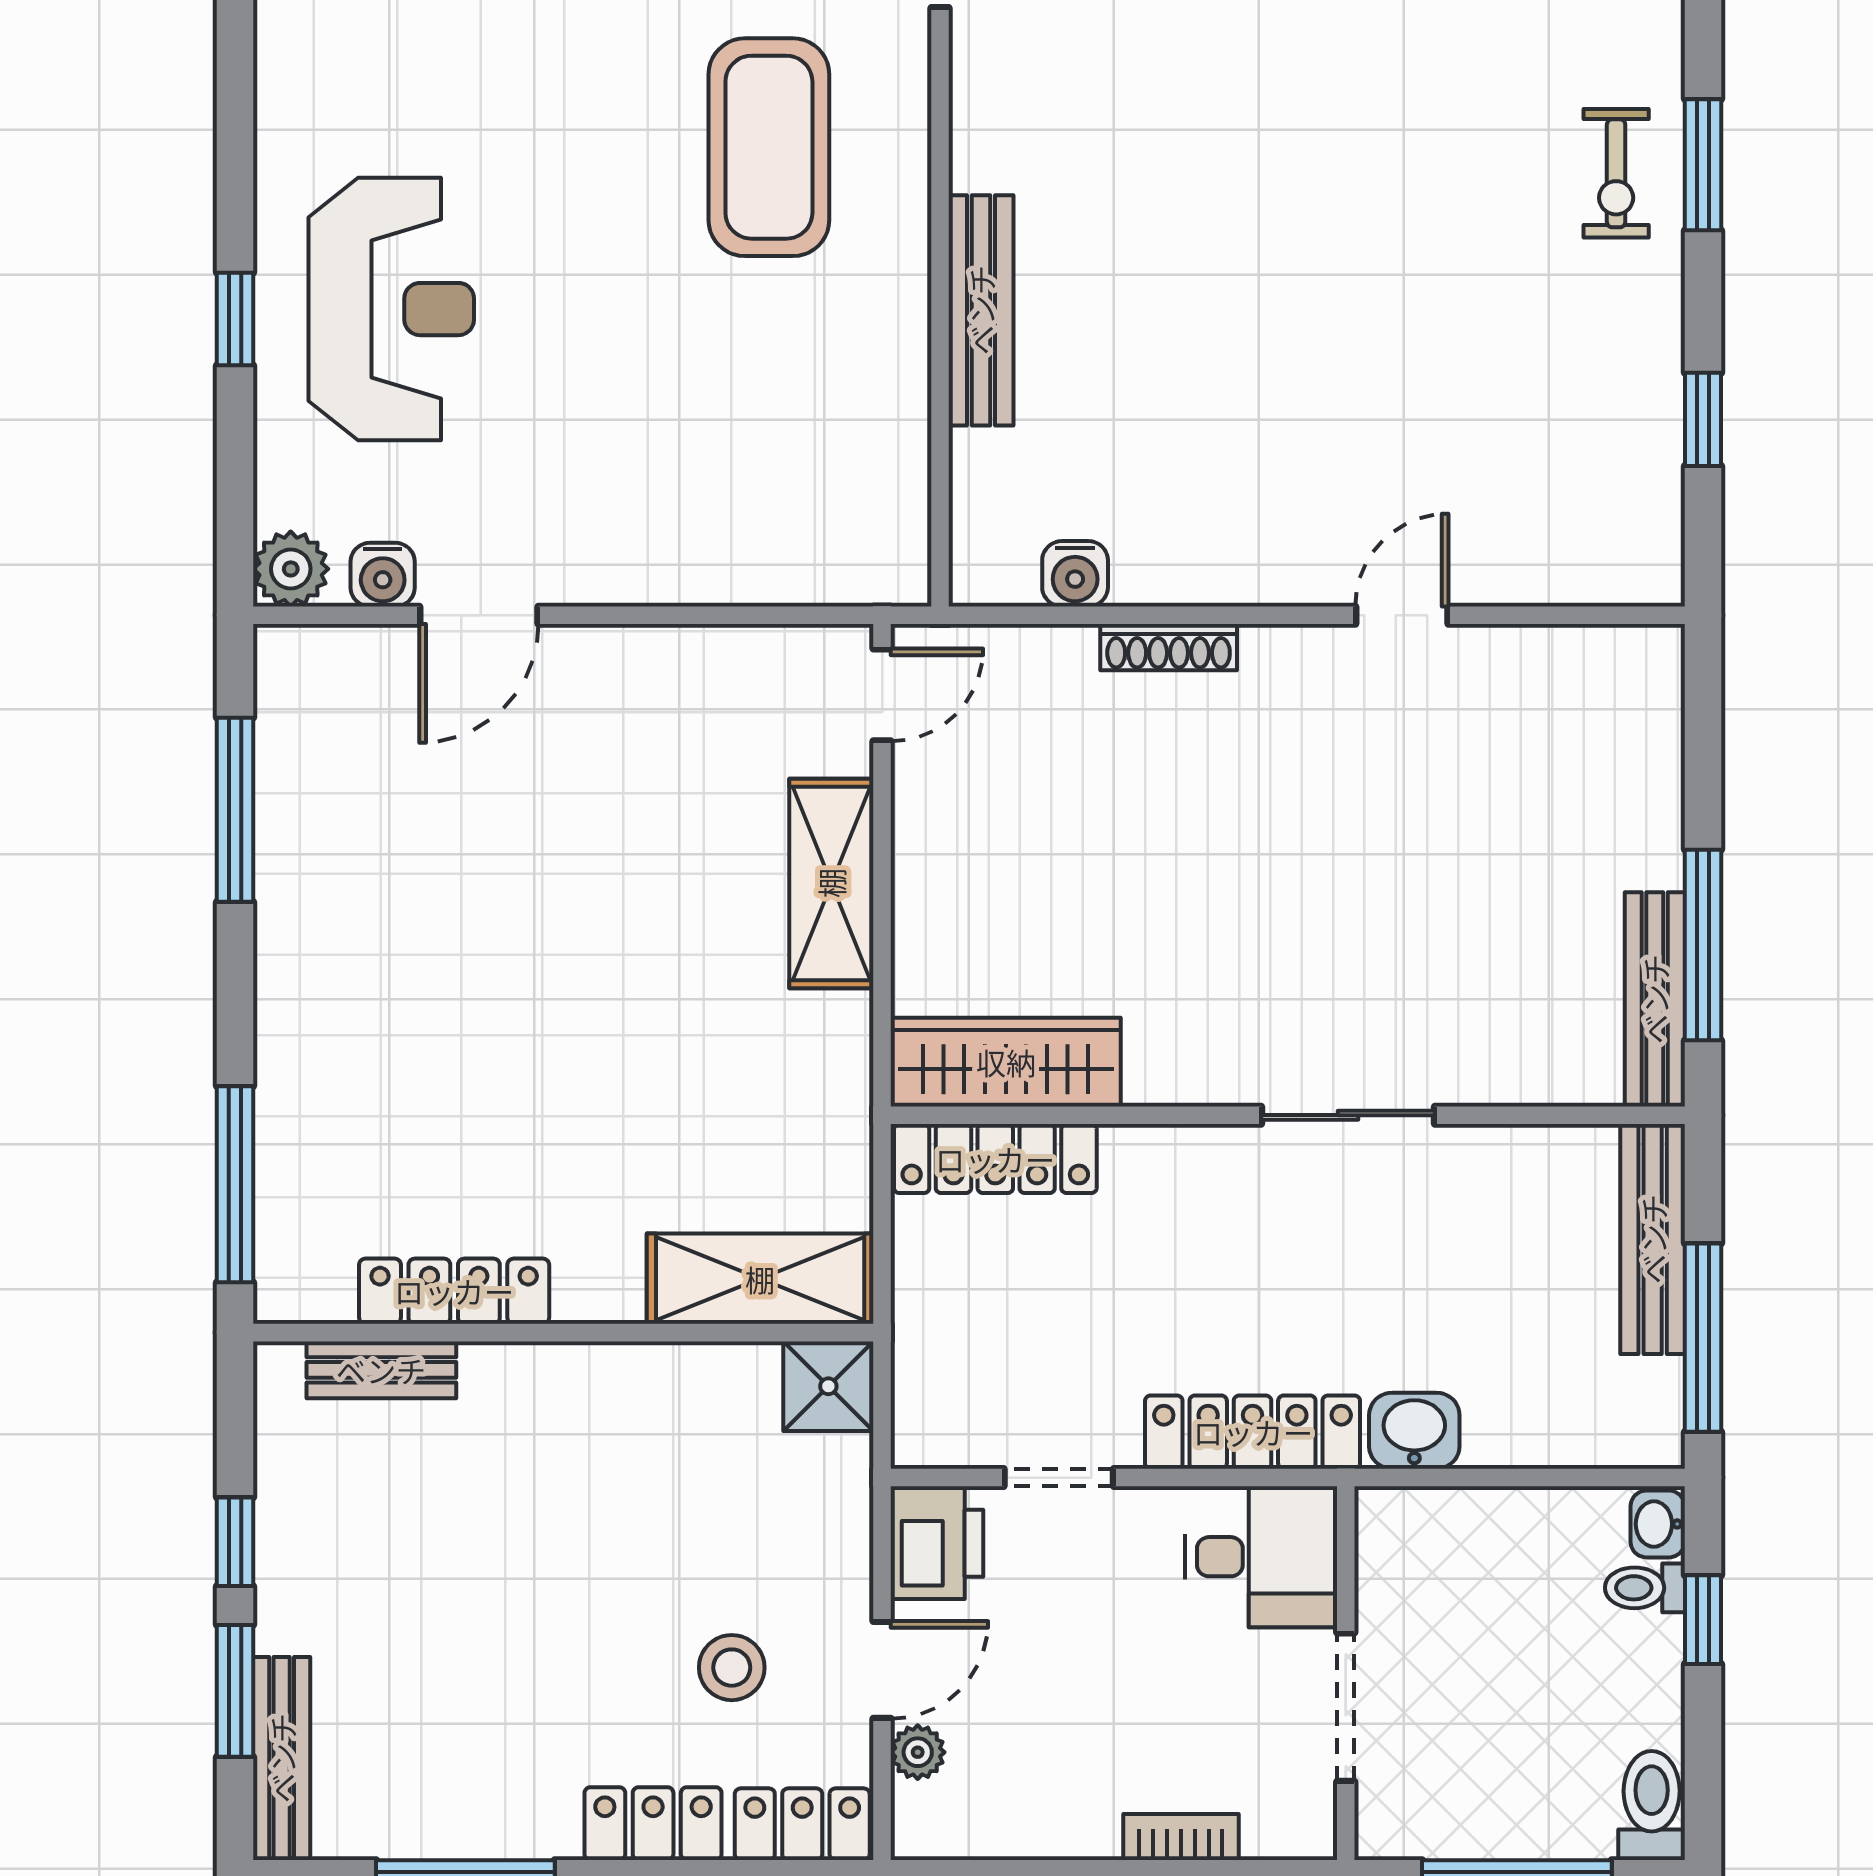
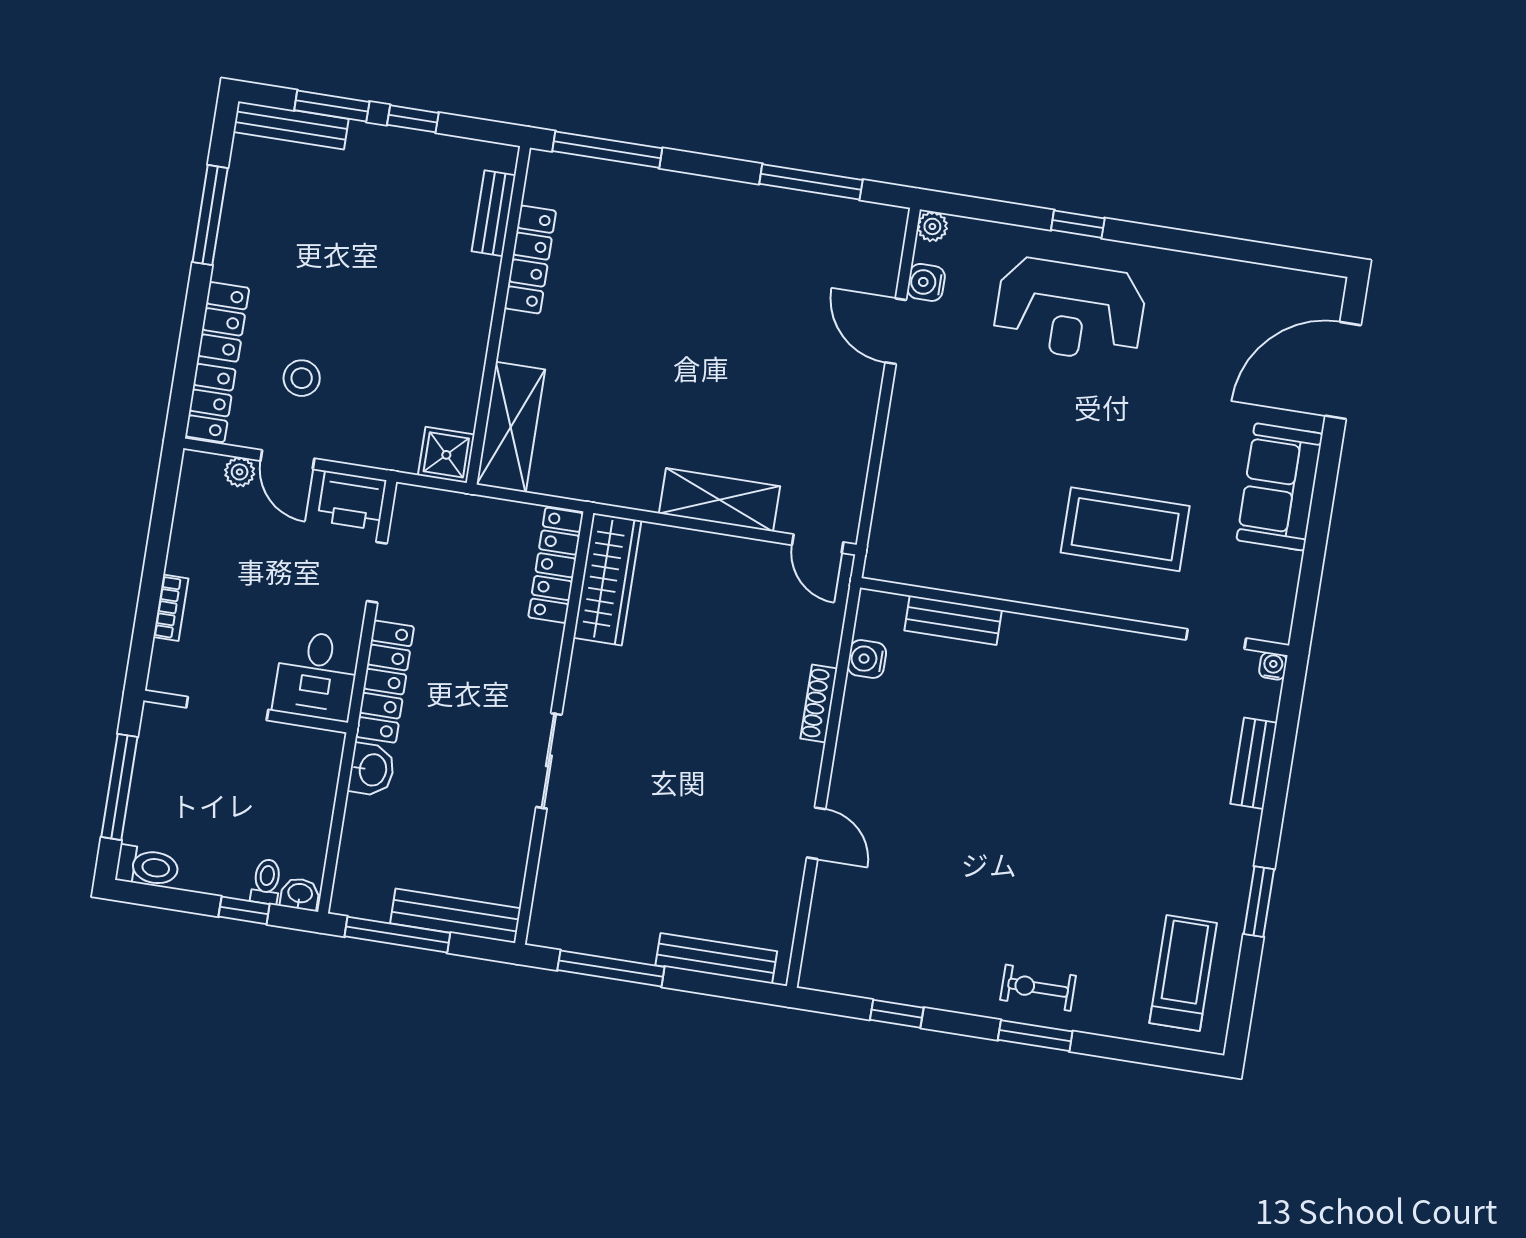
bench: (981, 310) -> (953, 620), moved, width x0.73
plant: (291, 569) -> (932, 226), width x0.73, depth x0.73
bench: (1655, 999) -> (716, 958), moved

